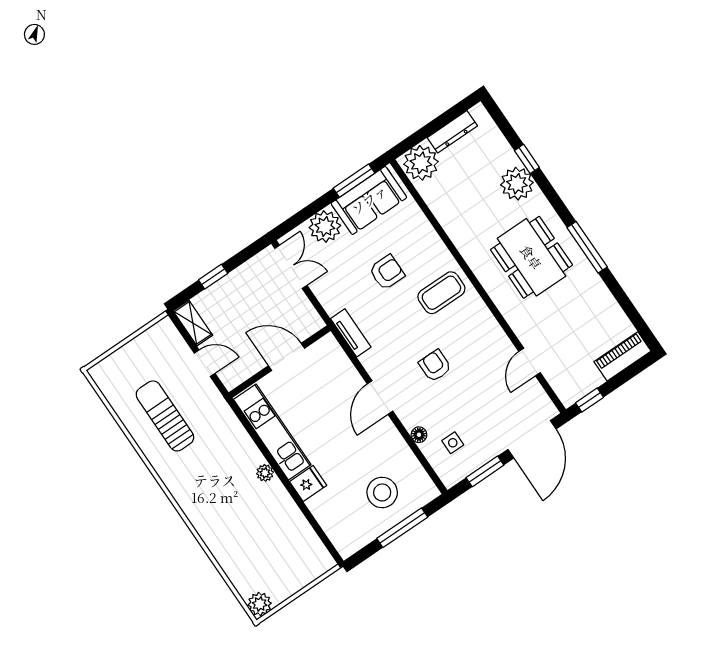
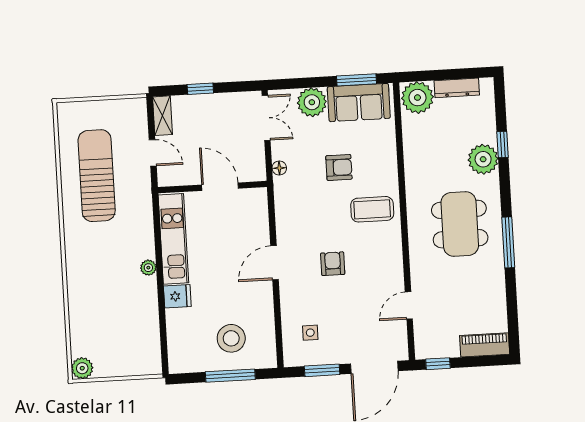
tv unit: (351, 333) -> (282, 198), removed
sun lounger: (165, 416) -> (97, 176), width x1.36, depth x1.34
floor lamp: (419, 435) -> (279, 168), moved

